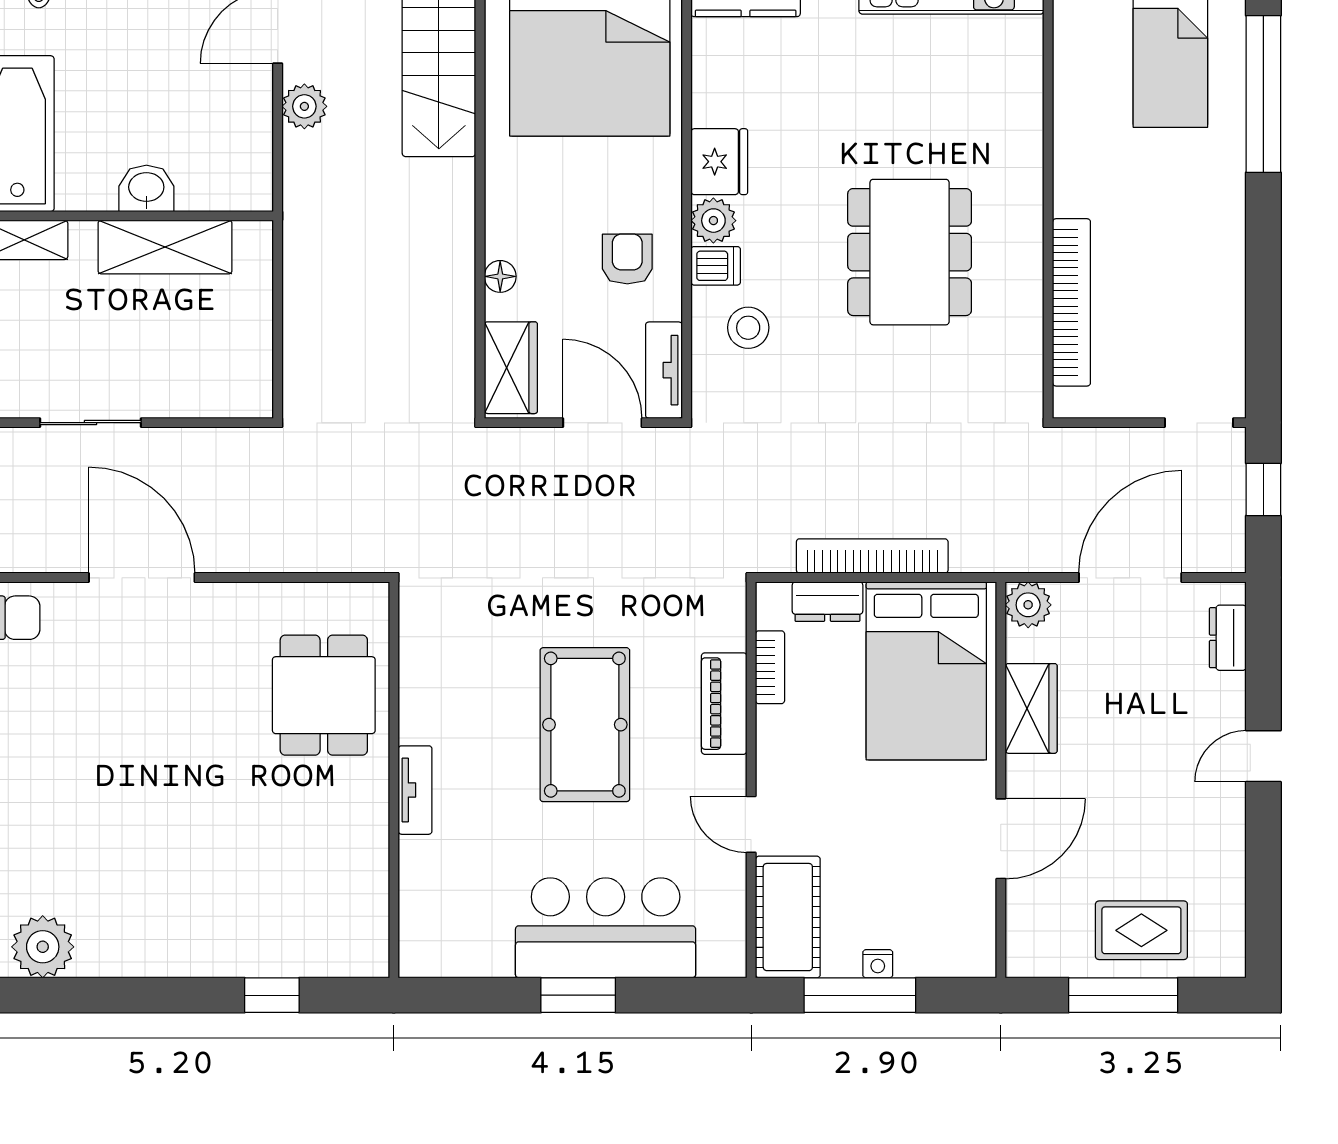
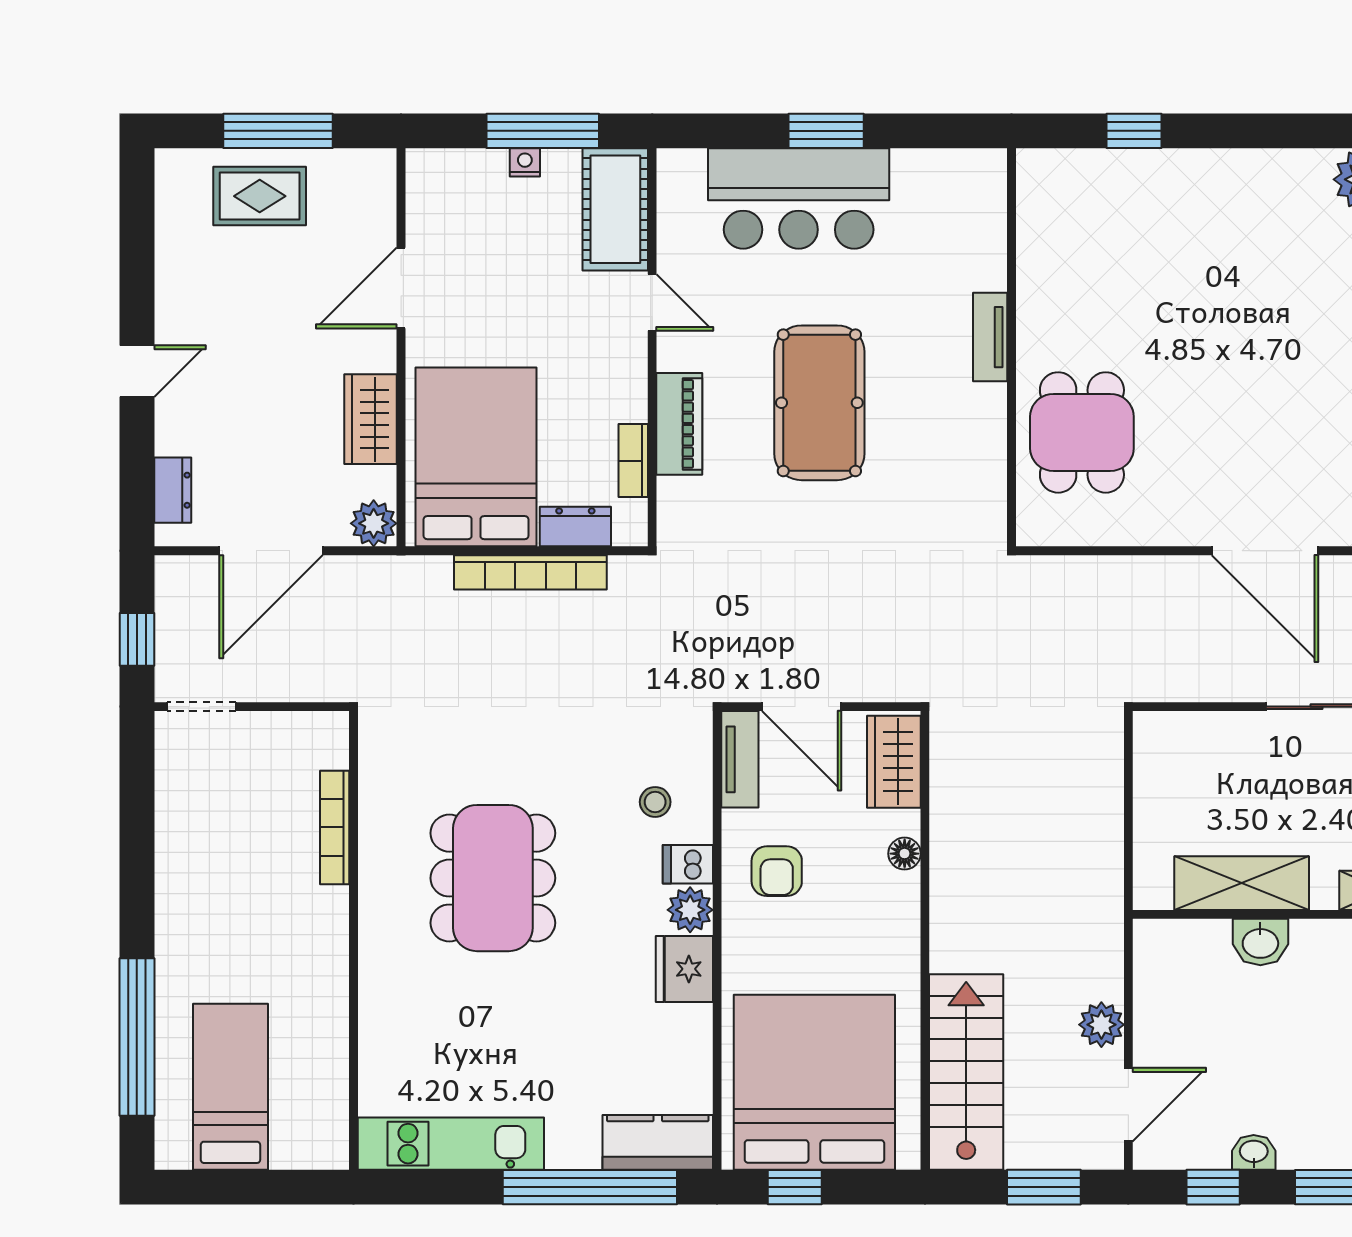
bookcase: (1071, 302) -> (335, 827), width x0.68, depth x0.76
stool: (748, 328) -> (655, 802), width x0.73, depth x0.73

